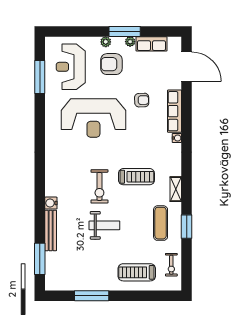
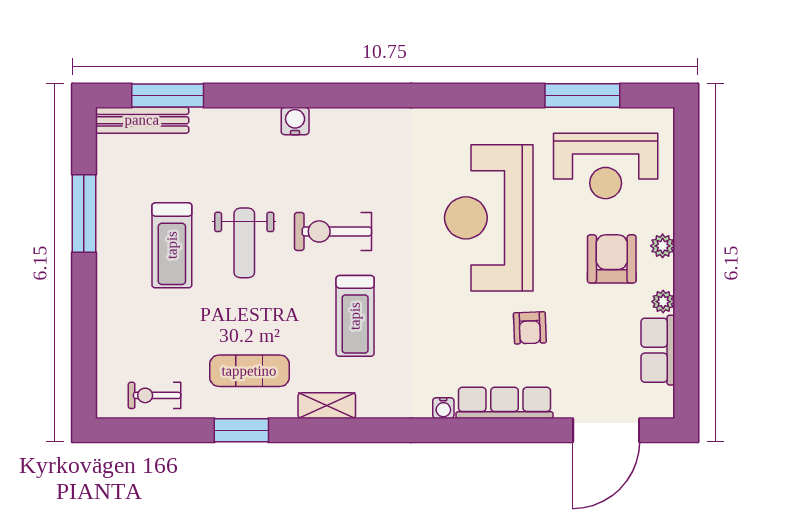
window: (125, 31) -> (686, 289), removed
reception desk: (71, 67) -> (606, 166), turned 180
bench: (51, 231) -> (142, 120), moved
treadmill: (137, 272) -> (172, 245), moved, turned 180

